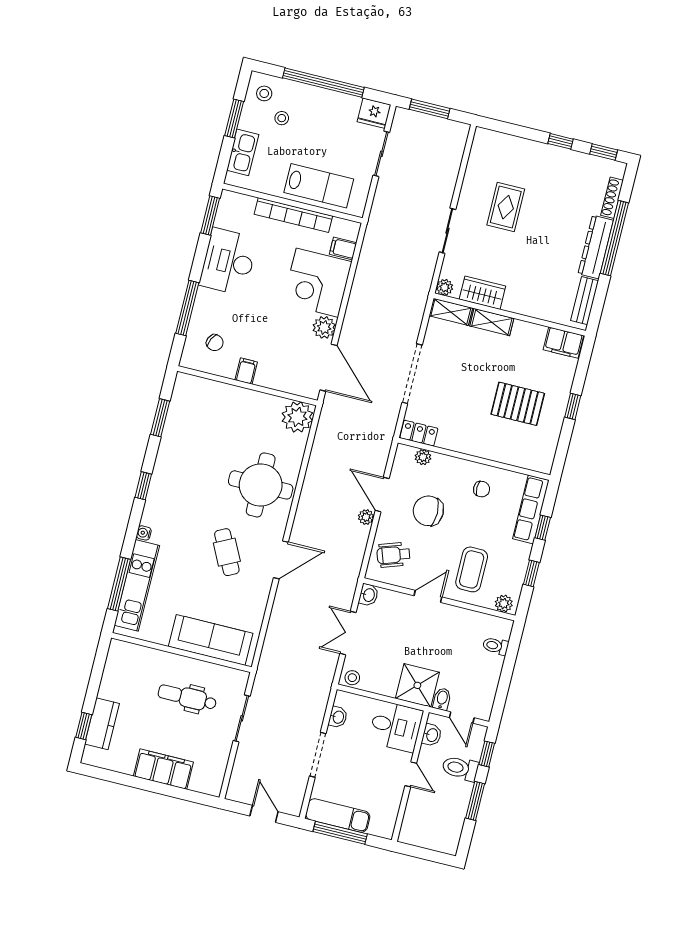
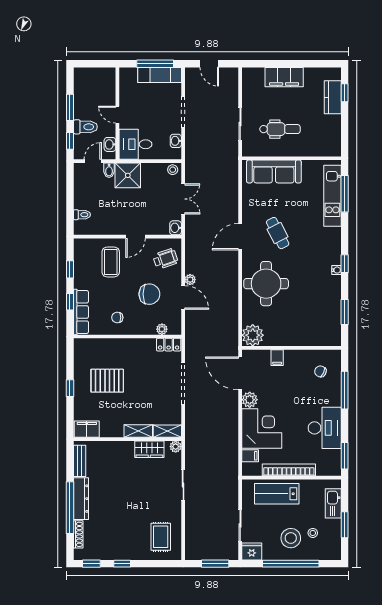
stool: (264, 93) -> (291, 538), moved, width x1.89, depth x1.89
rug: (506, 207) -> (161, 537), moved
filing cabinet: (246, 371) -> (277, 358), moved
water cooler: (144, 533) -> (336, 270), moved
plant: (504, 604) -> (83, 244), removed
door: (462, 718) -> (93, 161), hinge flipped

